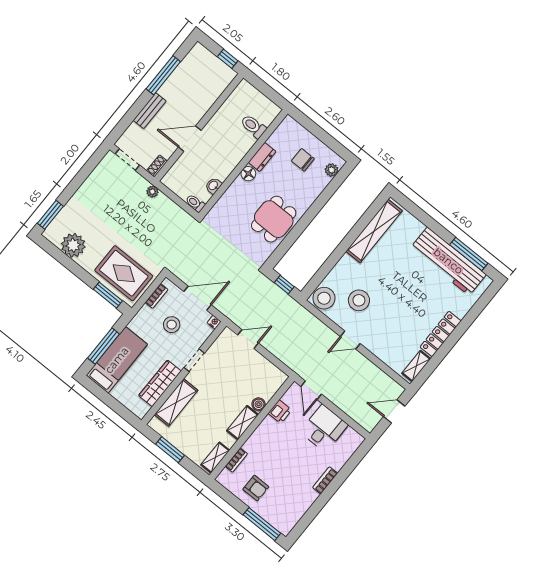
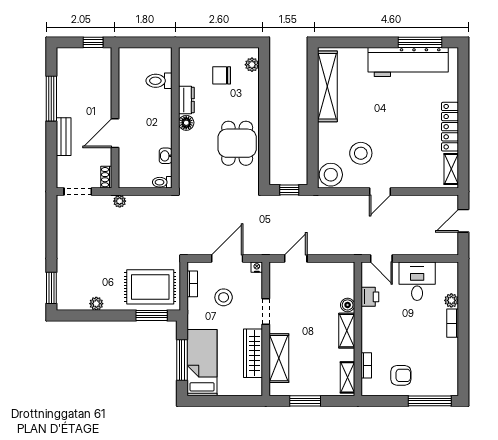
plant: (73, 245) -> (96, 304), width x0.53, depth x0.53
plant: (338, 463) -> (451, 300), added

